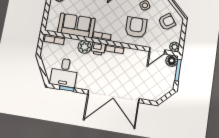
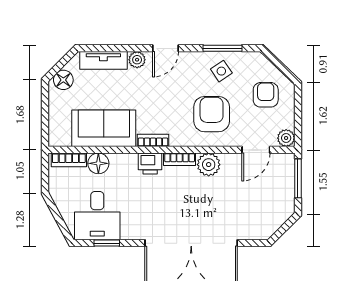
armchair: (167, 22) -> (266, 95), turned -54
plant: (85, 47) -> (209, 165), moved
floor lamp: (172, 61) -> (98, 163), moved

